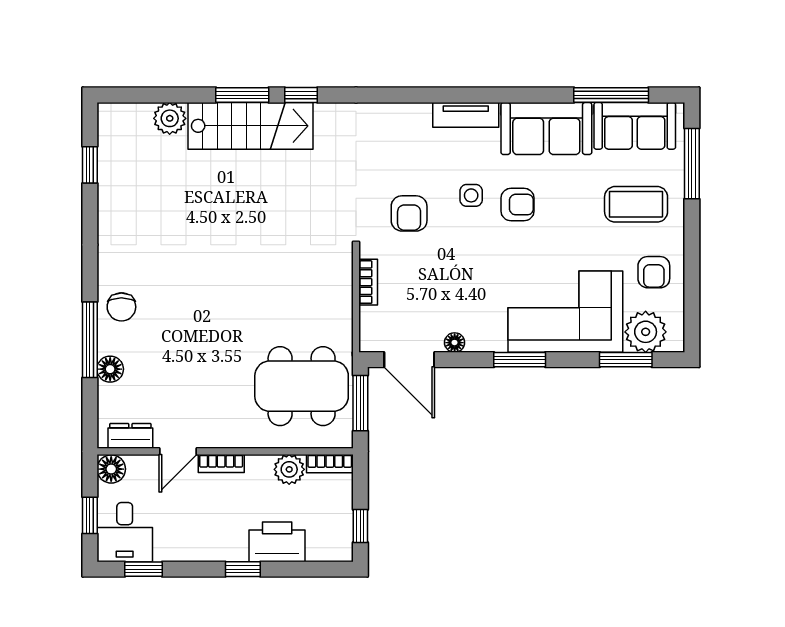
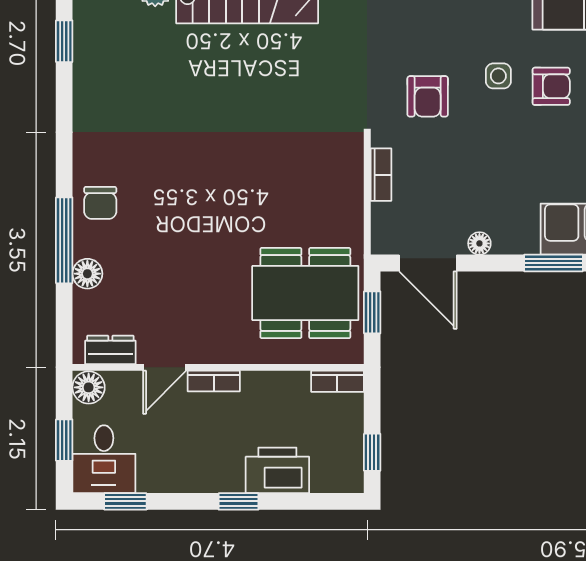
window: (360, 403) -> (372, 312), width x0.67
plant: (289, 469) -> (291, 388), removed

